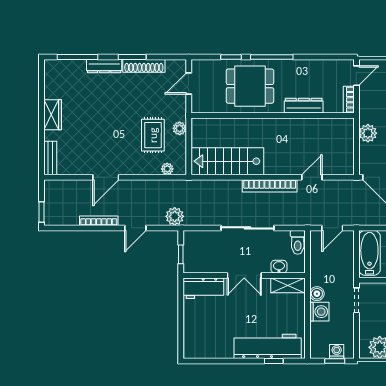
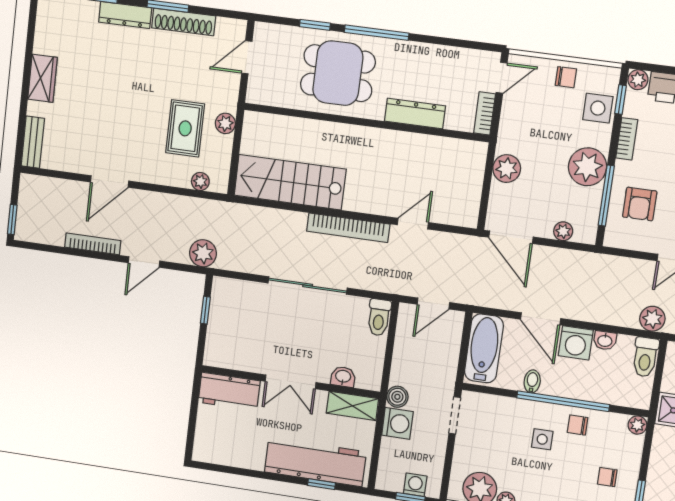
washbasin: (279, 267) -> (343, 377), moved
double door: (244, 275) -> (291, 382), moved
wall: (244, 275) -> (290, 382), moved
shelving: (288, 285) -> (352, 406), moved
workbench: (203, 288) -> (229, 392), moved

